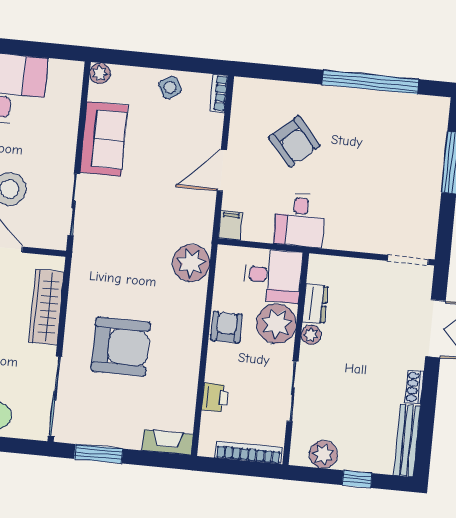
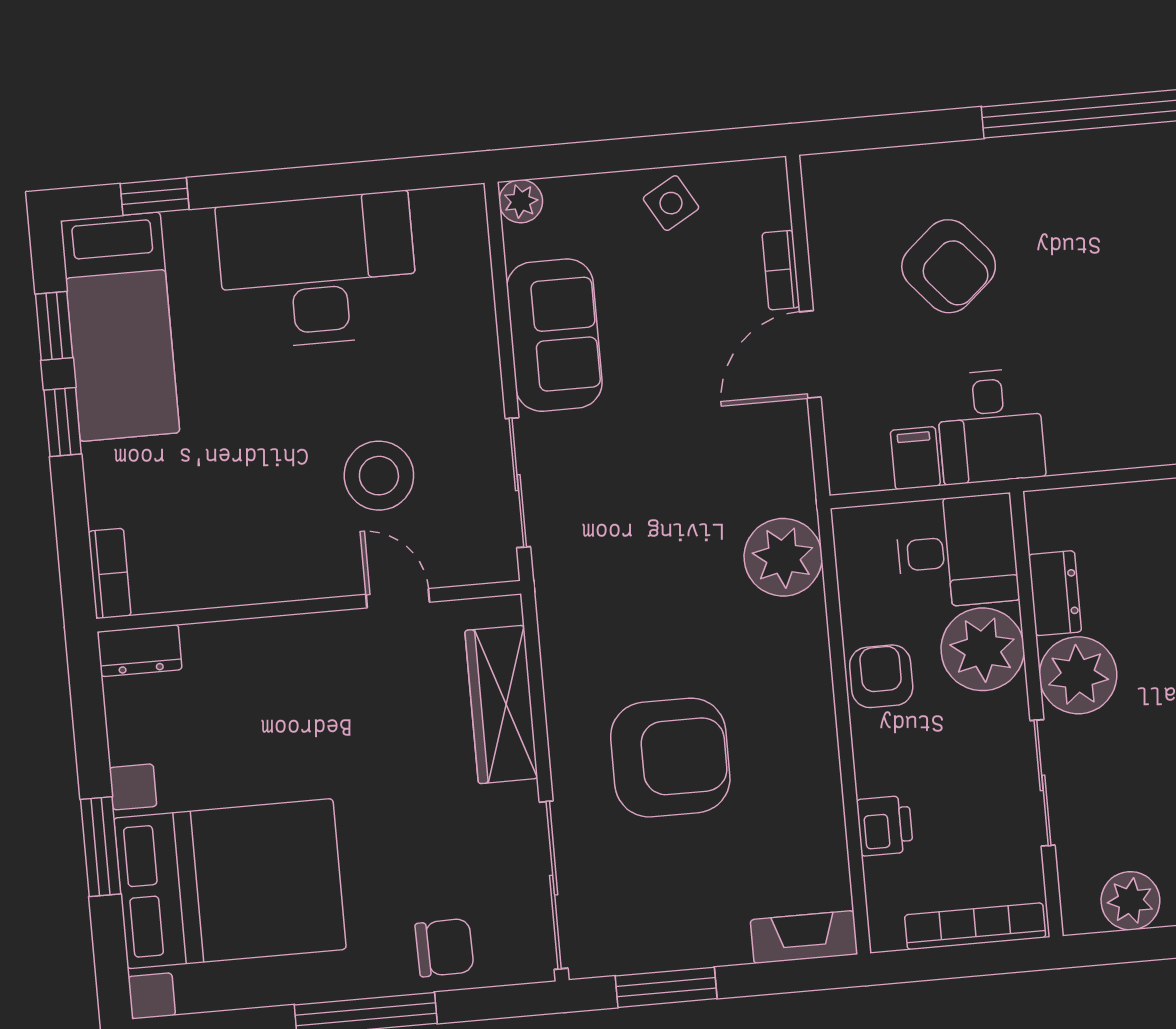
bookcase: (219, 93) -> (781, 270), moved
filing cabinet: (230, 225) -> (915, 458), moved
plant: (311, 335) -> (1078, 675), width x1.88, depth x1.88

